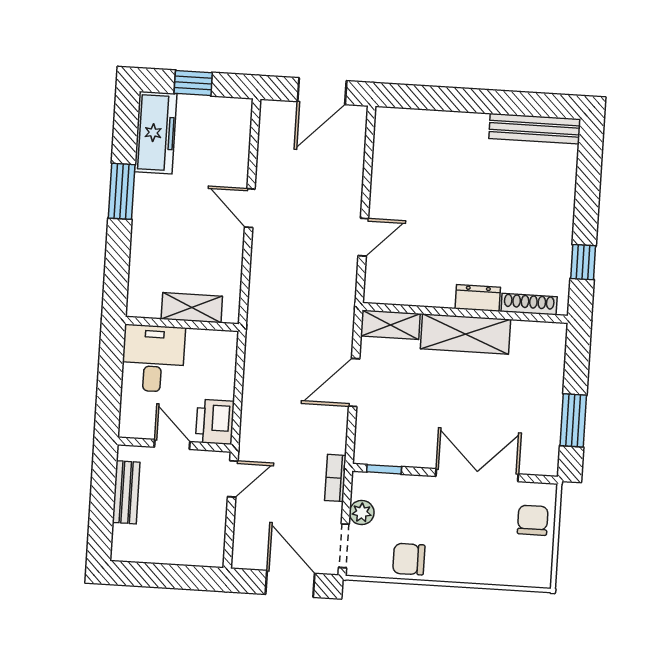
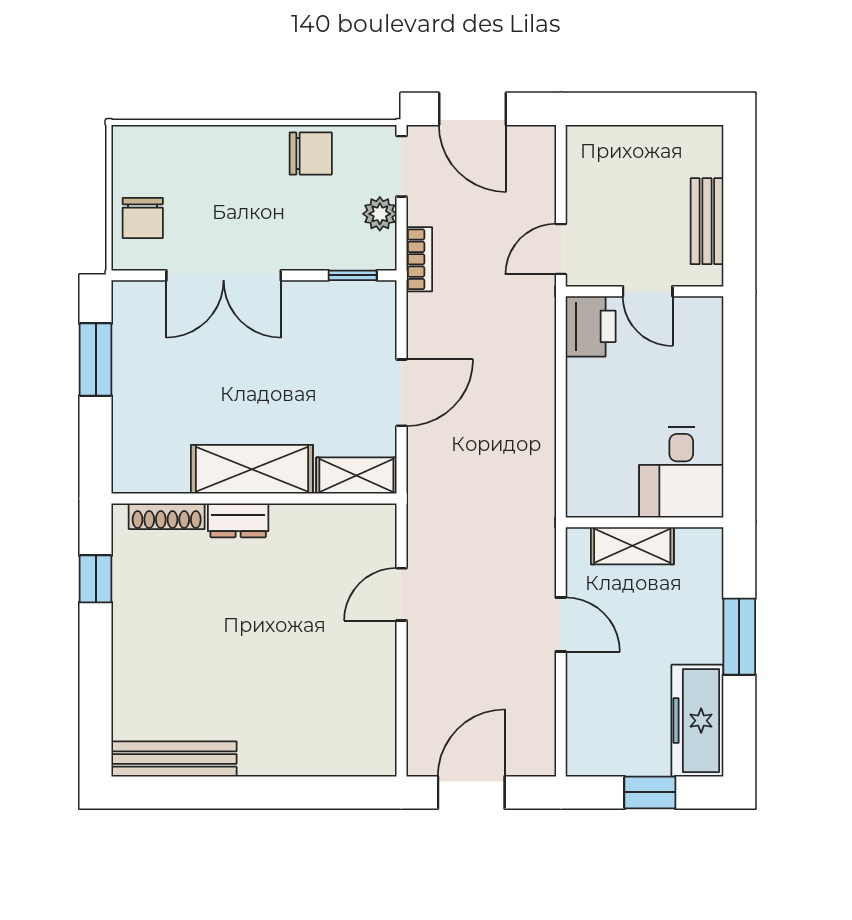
shelving: (192, 308) -> (632, 546), moved
wall: (182, 324) -> (644, 522), moved
desk: (153, 358) -> (681, 472), moved

